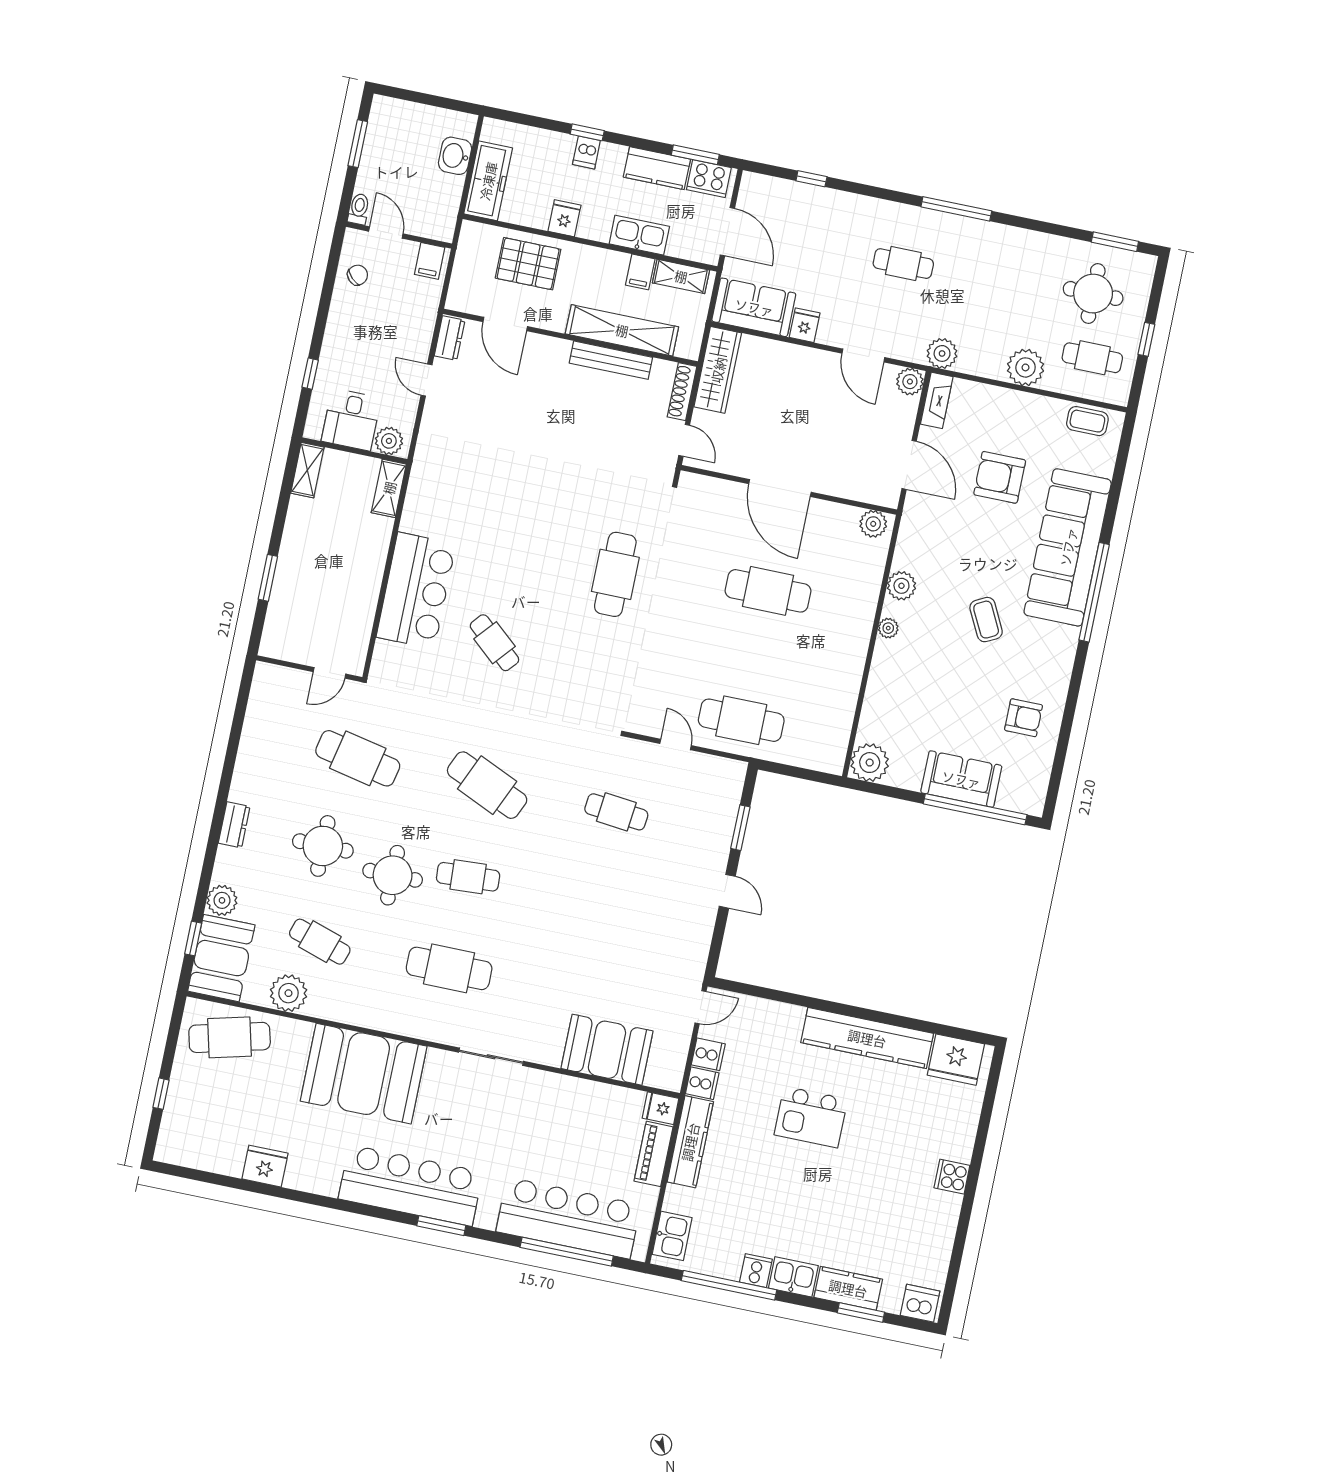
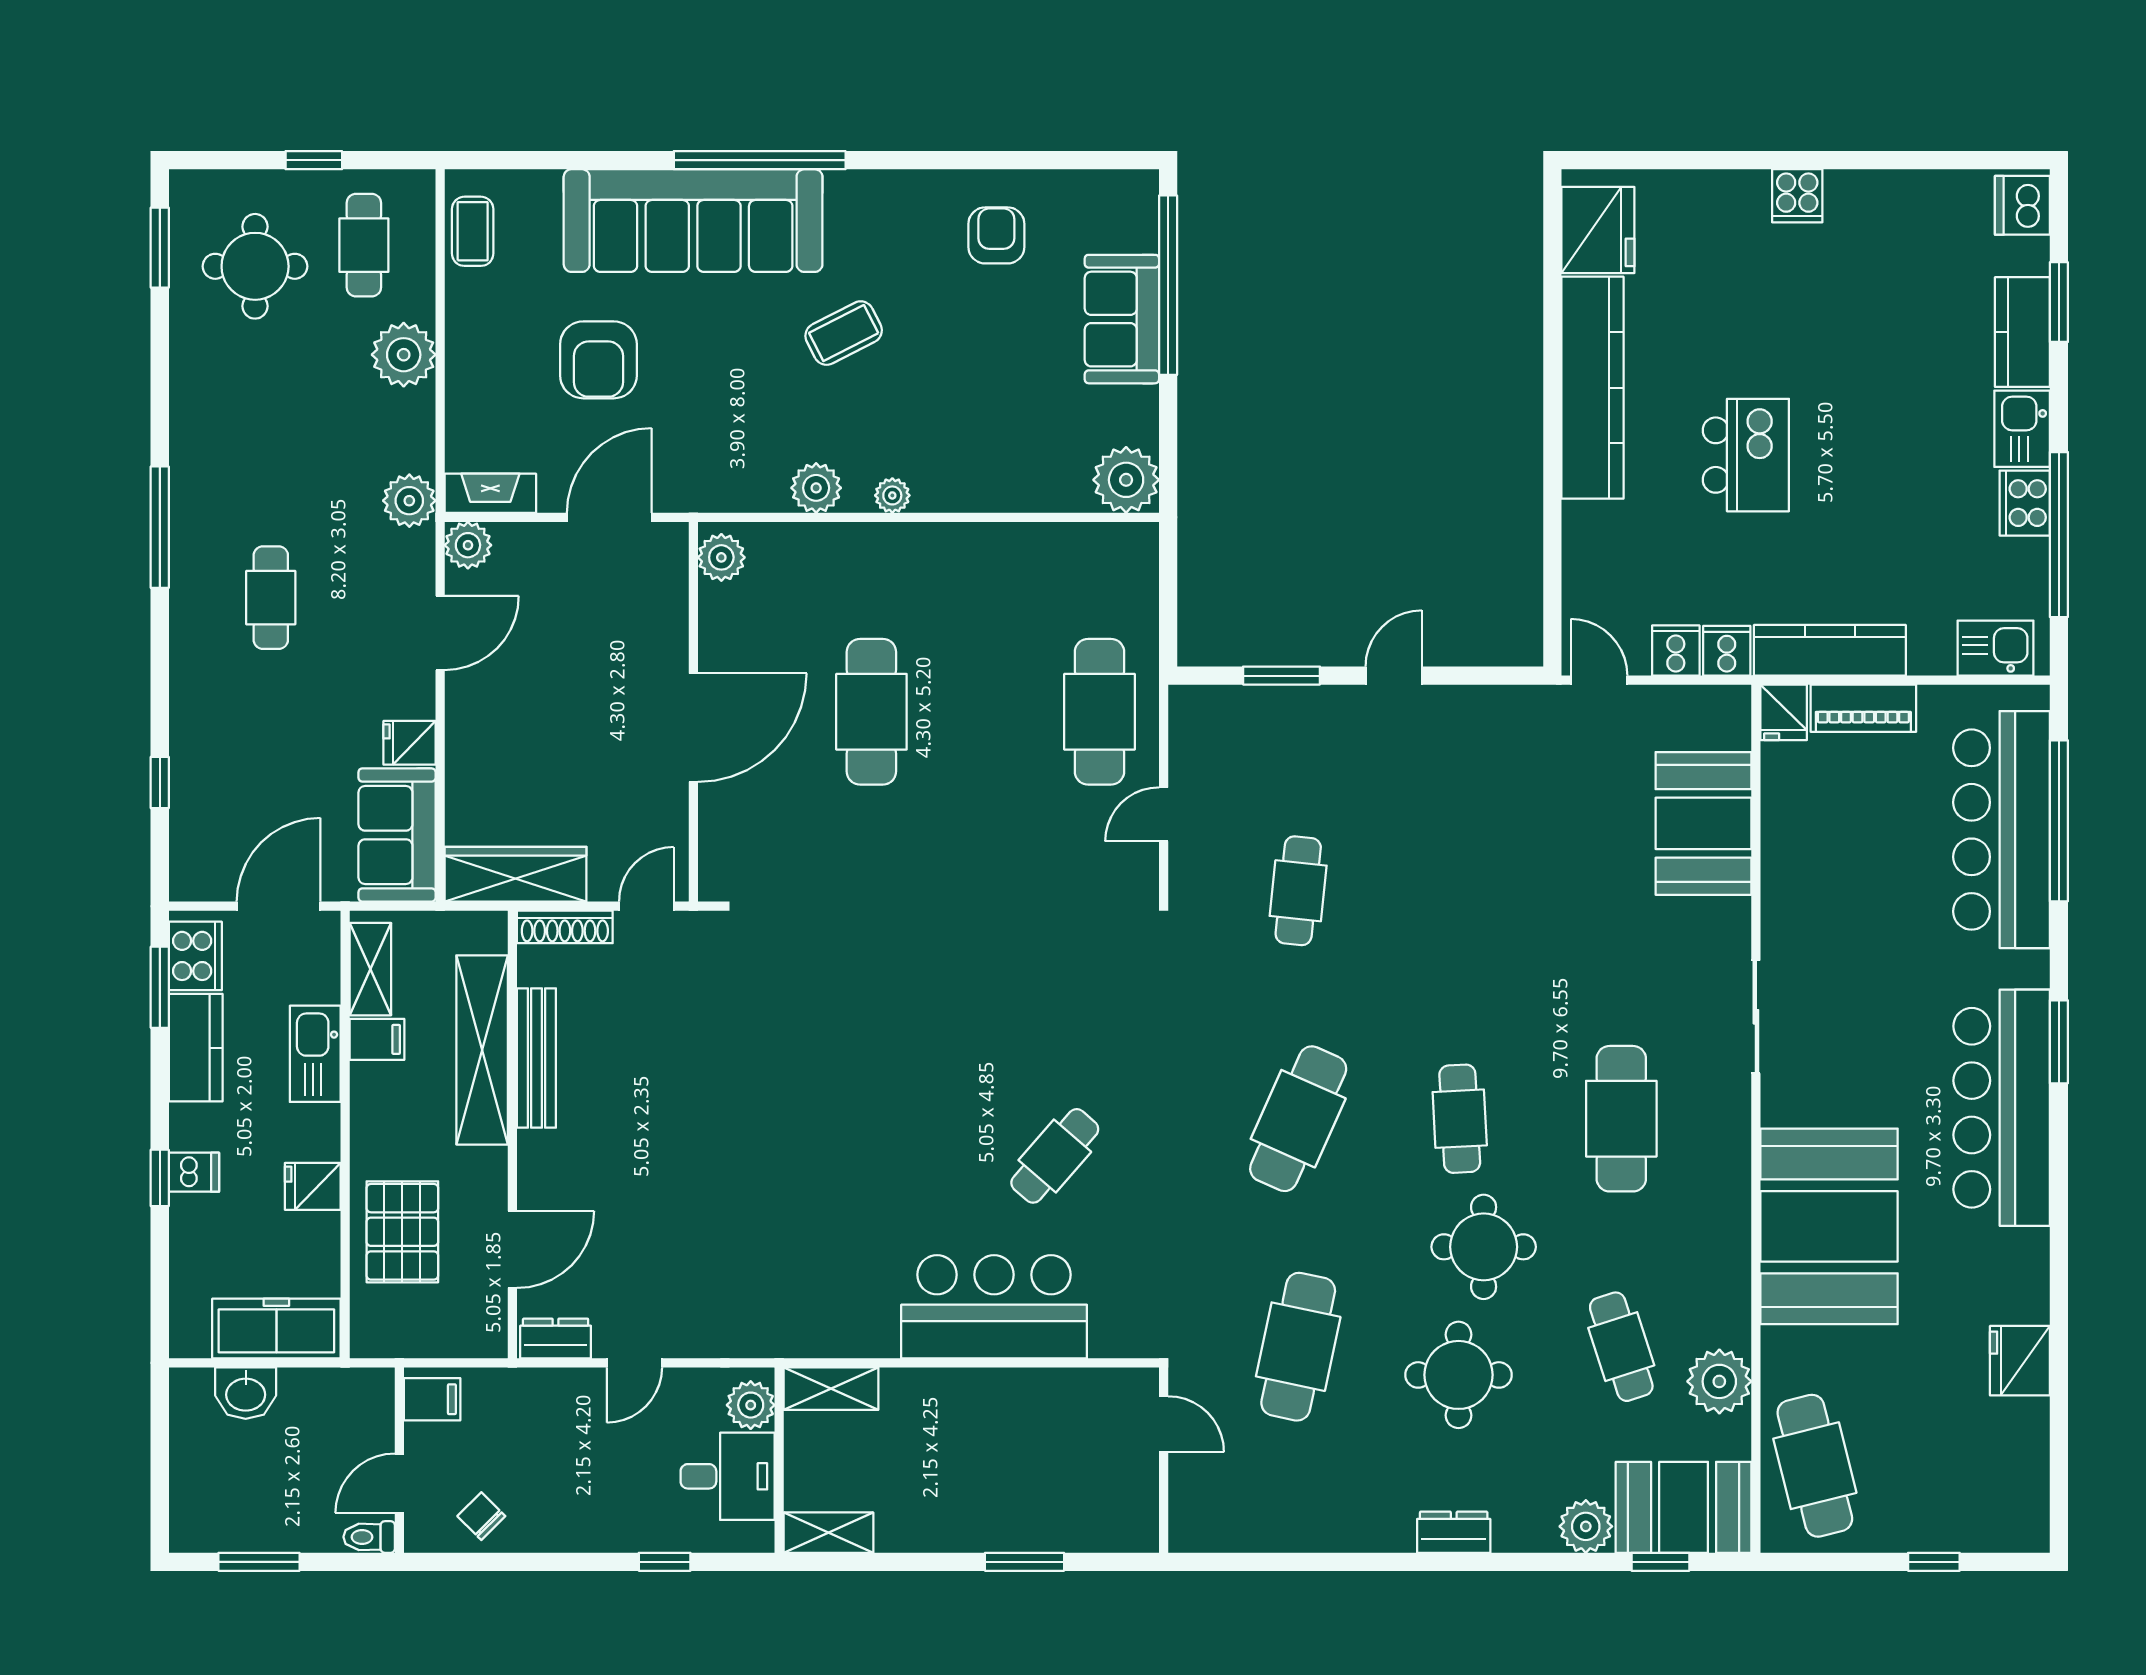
cafe table: (615, 574) -> (897, 976), removed
cafe table: (320, 942) -> (1621, 1347), turned -36
cooker: (756, 1271) -> (2025, 503), width x1.36

